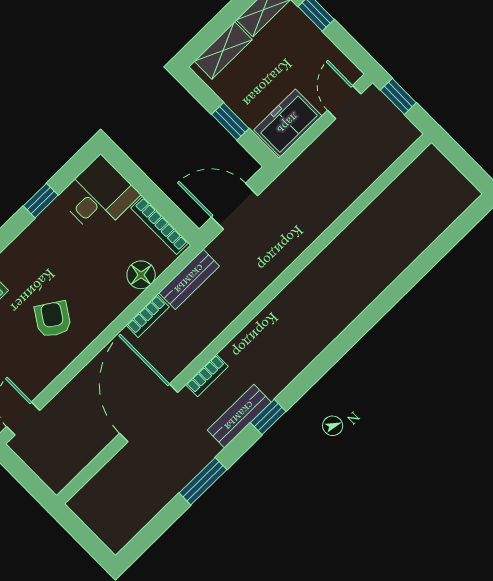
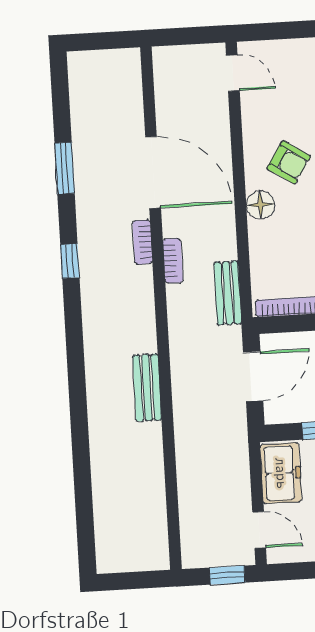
floor lamp: (141, 275) -> (260, 205), moved
bookcase: (148, 316) -> (173, 261), moved, turned 180
bench: (239, 416) -> (147, 388), moved

